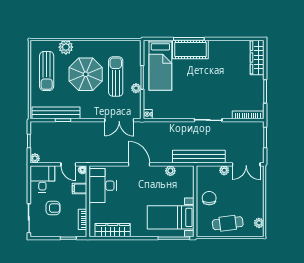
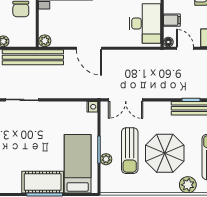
plant: (136, 88) -> (106, 159), moved
double door: (119, 120) -> (126, 100), swing flipped
door: (139, 164) -> (89, 48), moved
plant: (170, 171) -> (45, 41), moved

